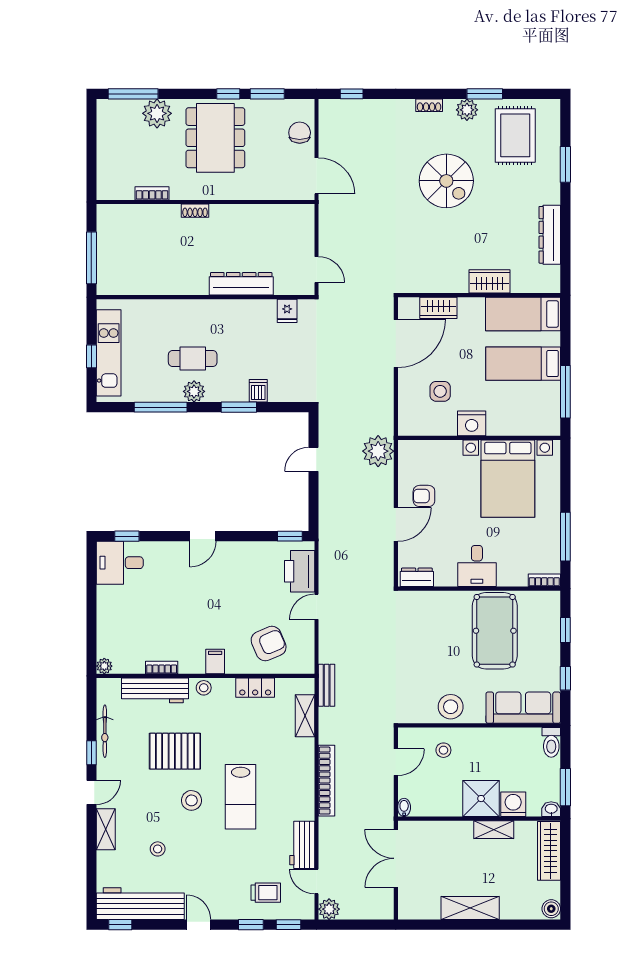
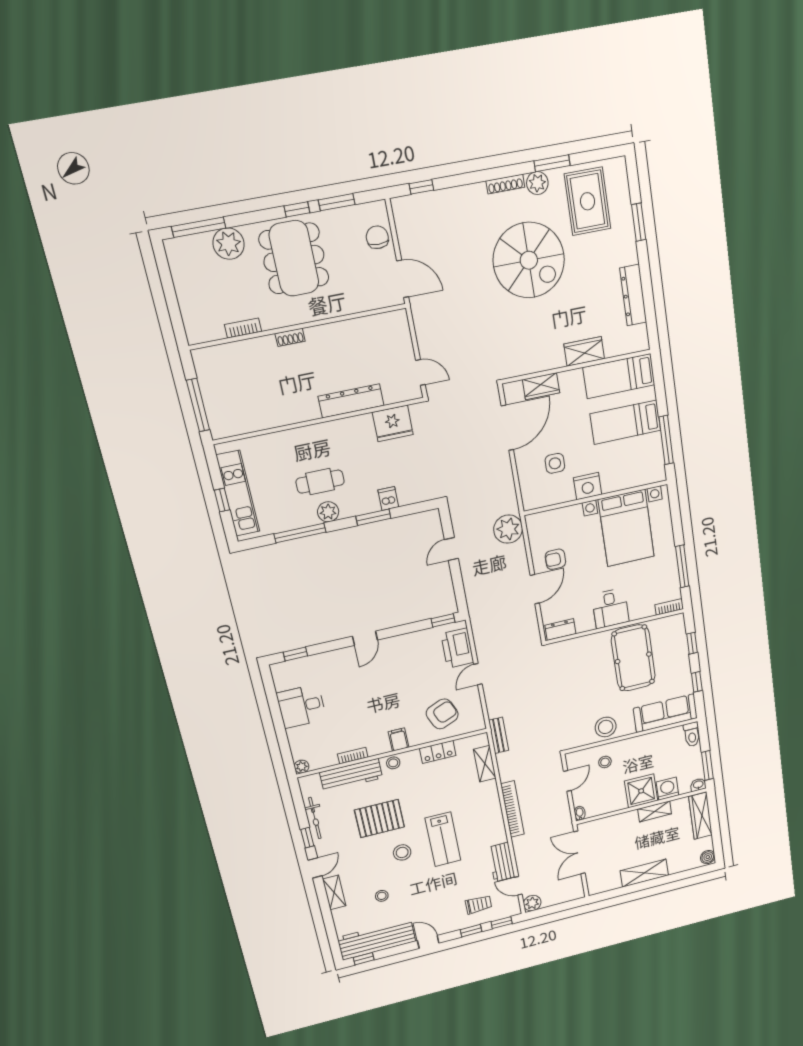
shoe rack: (429, 105) -> (505, 184), width x1.43
spiral stairs: (446, 181) -> (529, 260), width x1.37, depth x1.37
fridge: (287, 311) -> (393, 423), width x1.88, depth x1.34
desk: (120, 563) -> (301, 706), moved

